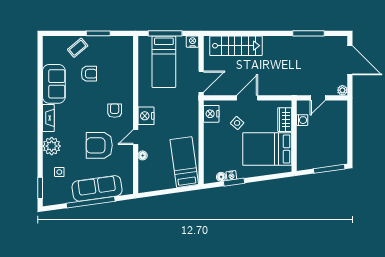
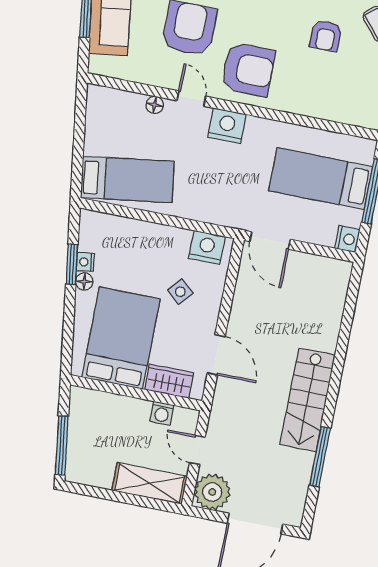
stairs: (236, 46) -> (308, 400), moved
plant: (342, 90) -> (212, 492), width x1.87, depth x1.87
door: (247, 98) -> (216, 355), moved
armchair: (115, 111) -> (248, 69), width x1.88, depth x1.88
shelving: (340, 119) -> (150, 483), added
floor lamp: (221, 177) -> (84, 281), moved

